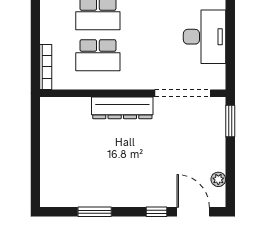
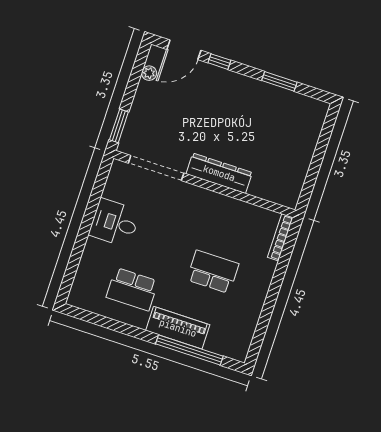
desk: (205, 37) -> (114, 223), width x0.73
school desk: (98, 55) -> (226, 232), removed
door: (193, 212) -> (184, 50), hinge flipped

